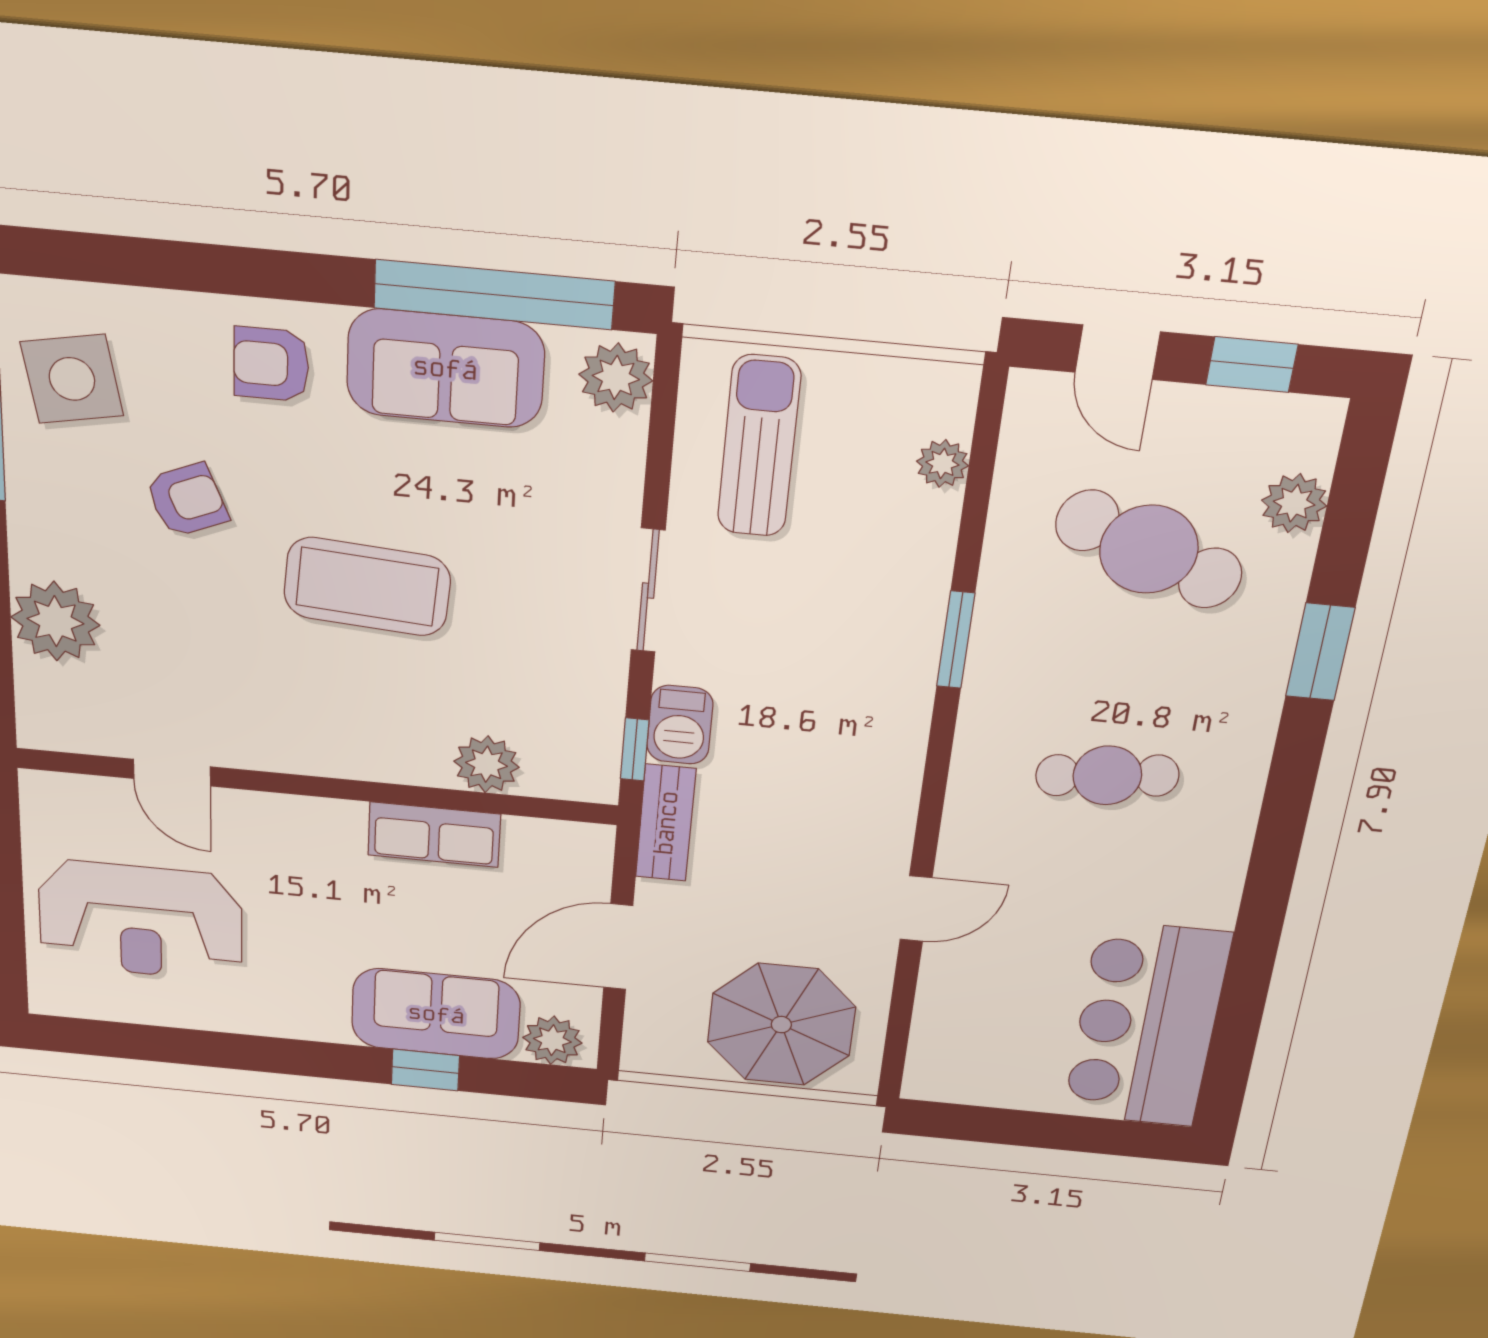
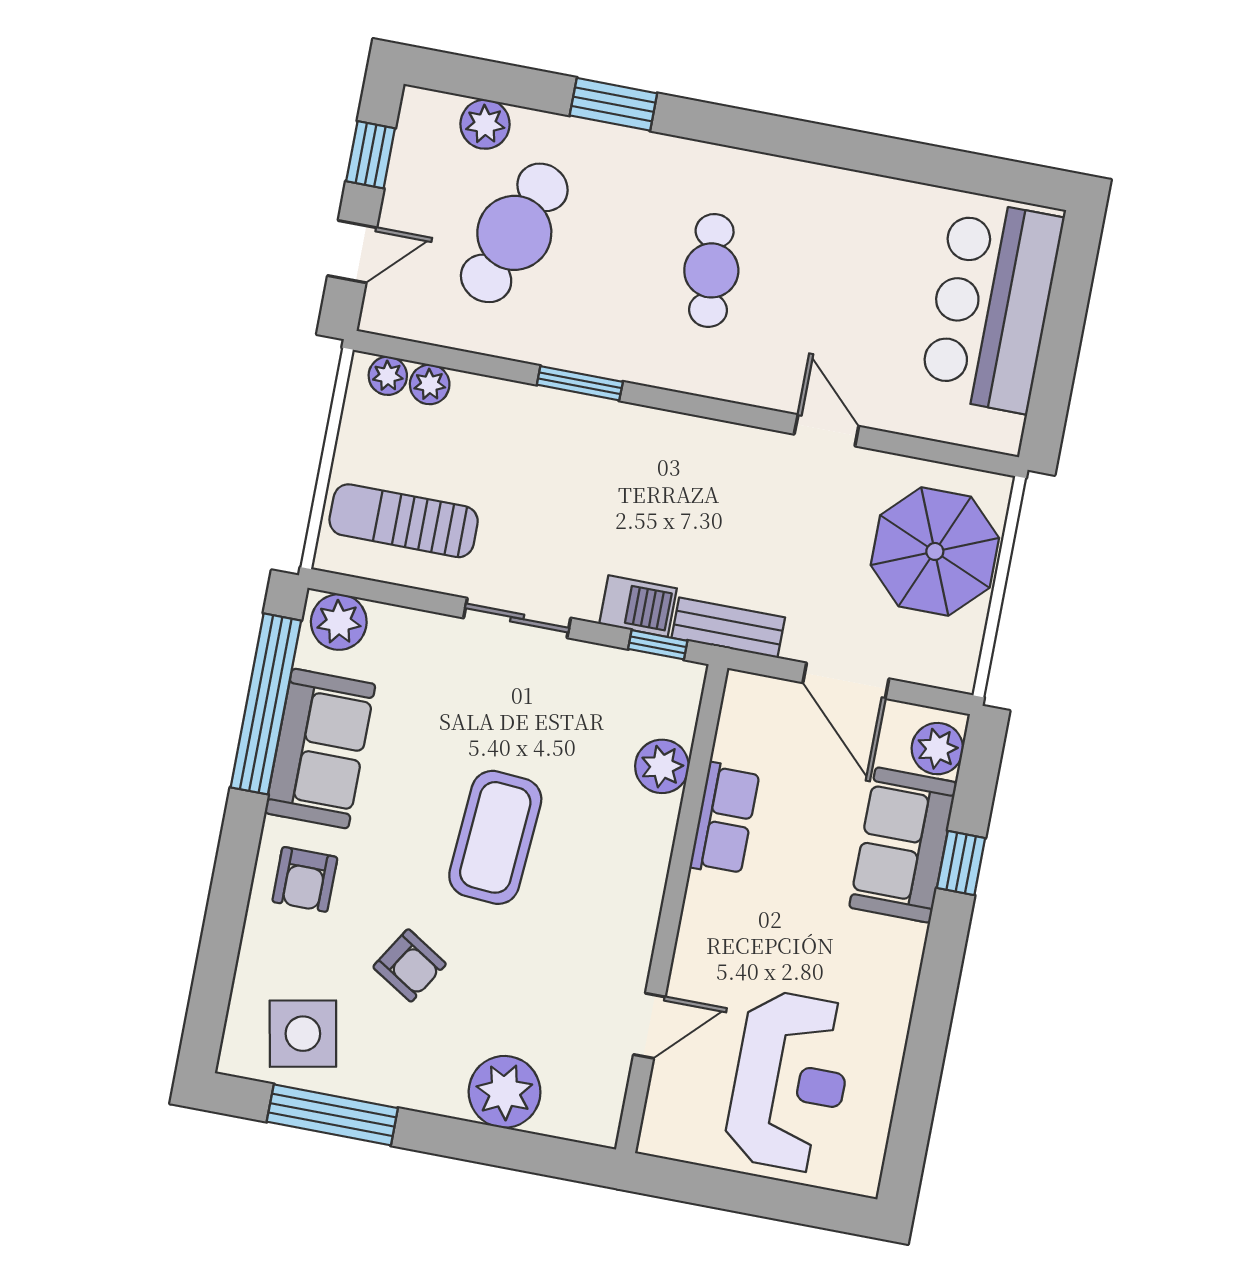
plant: (951, 411) -> (388, 376), added
armchair: (187, 500) -> (410, 965), turned 145
bar counter: (1146, 1025) -> (991, 306), moved, turned 90

